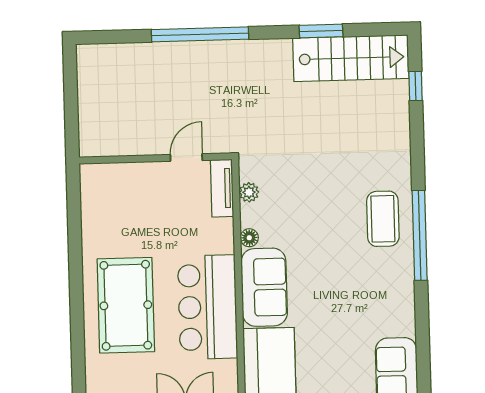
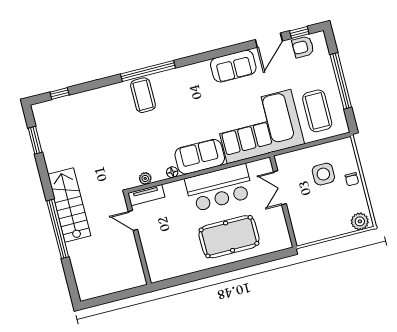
window: (321, 31) -> (35, 140), moved
stairs: (351, 58) -> (69, 205), moved
coffee table: (383, 219) -> (143, 95), turned 90

